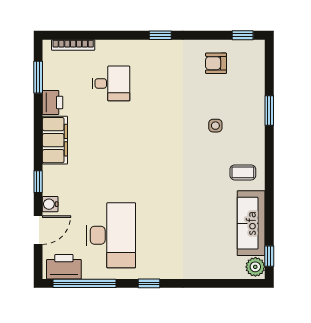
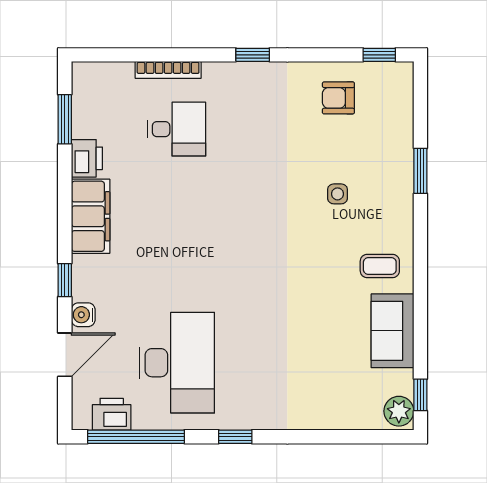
bookcase: (73, 45) -> (168, 70), moved
sofa: (251, 223) -> (392, 331), width x0.73
printer: (64, 267) -> (112, 414), width x0.73, depth x0.84

